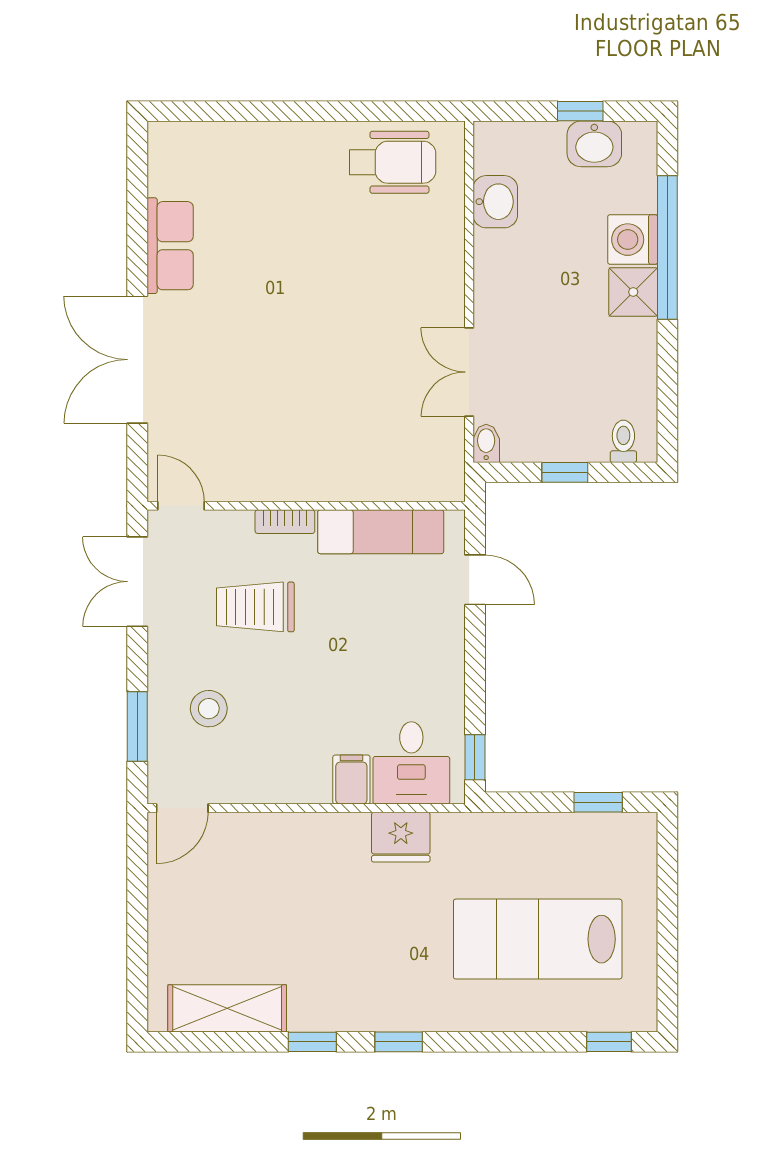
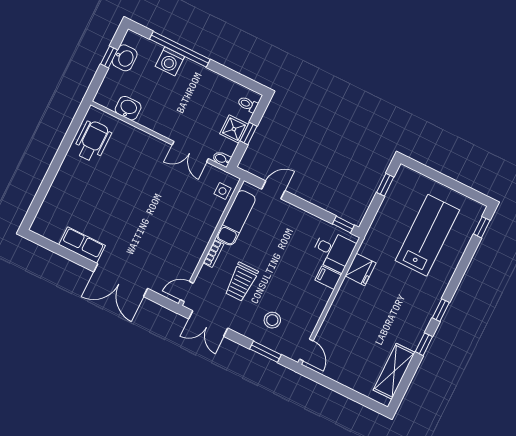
shower: (633, 292) -> (234, 129), moved
side table: (422, 477) -> (222, 191), added
lab bench: (538, 939) -> (427, 235), turned 180

